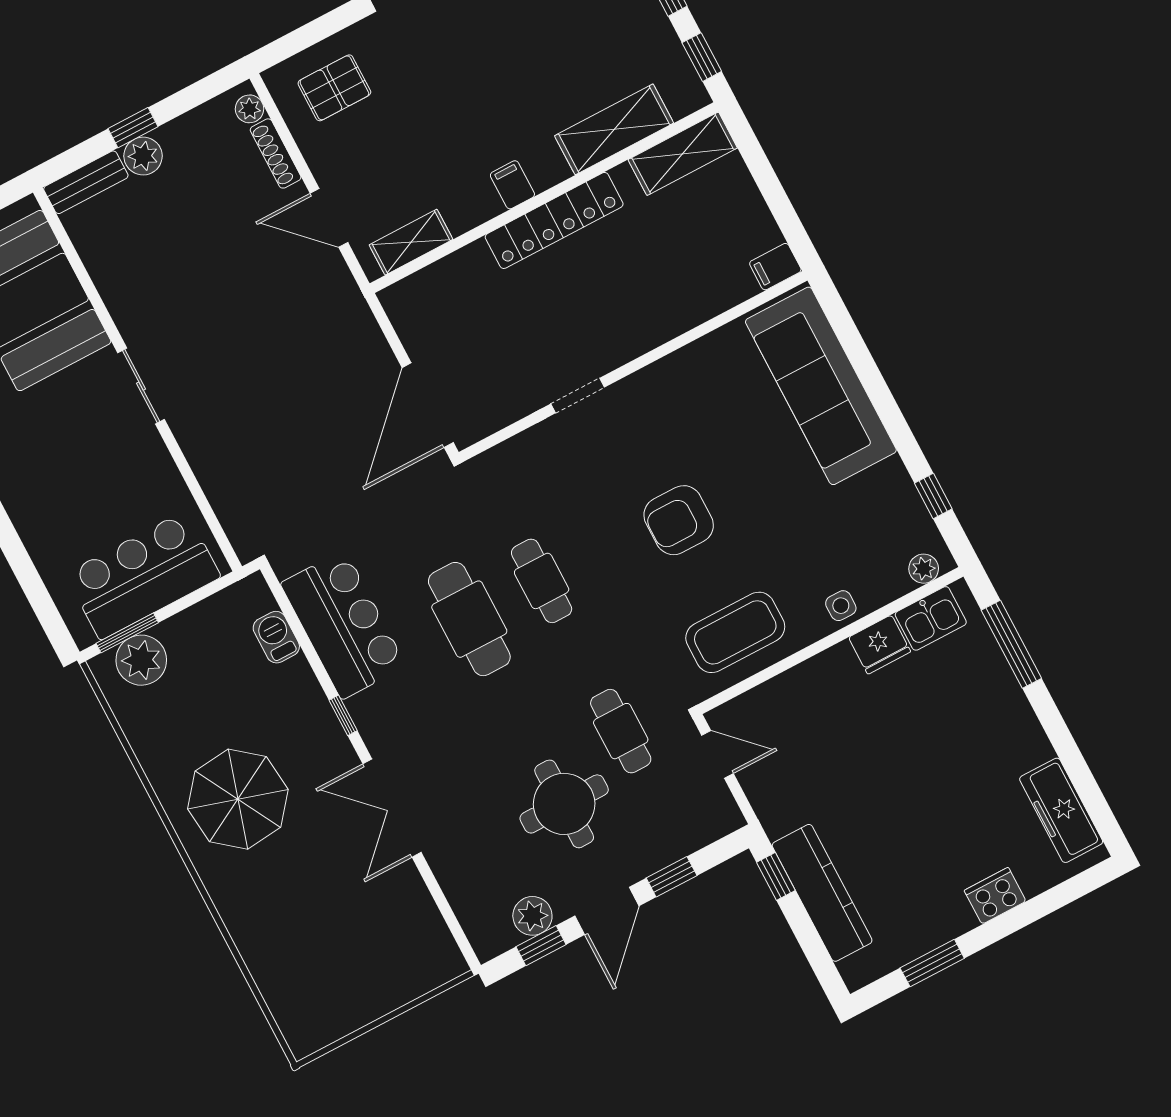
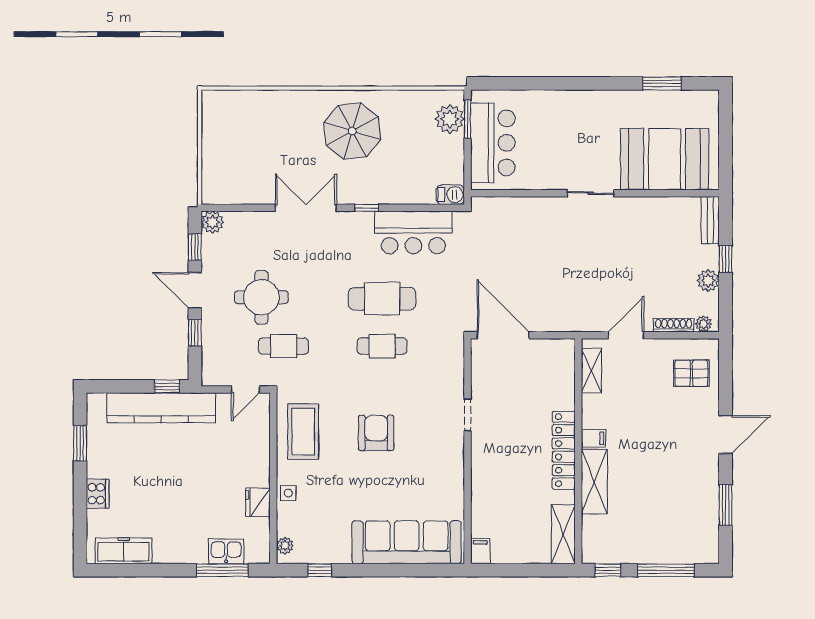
pallet: (334, 88) -> (691, 373), turned 90
shelving: (614, 129) -> (594, 481), moved
plant: (143, 156) -> (708, 281), moved
kitchen sink: (931, 618) -> (226, 551), moved, turned 90
barbecue: (276, 637) -> (450, 195), moved
kitchen counter: (822, 893) -> (161, 408), width x1.39, depth x1.17
plant: (532, 916) -> (212, 222), moved

